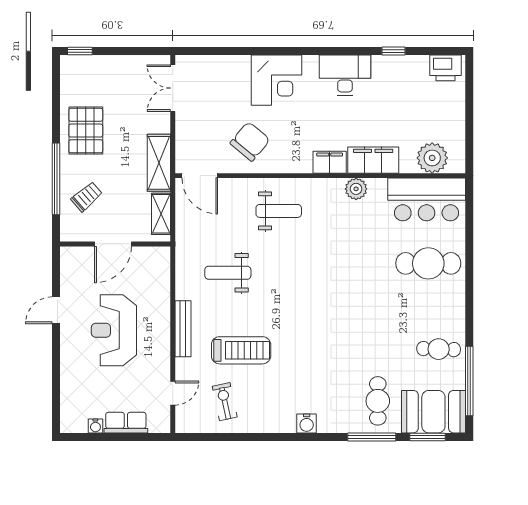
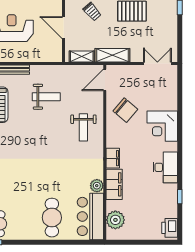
plant: (356, 189) -> (97, 186), moved
weight bench: (228, 273) -> (46, 97), turned 90

